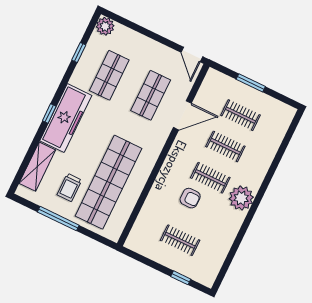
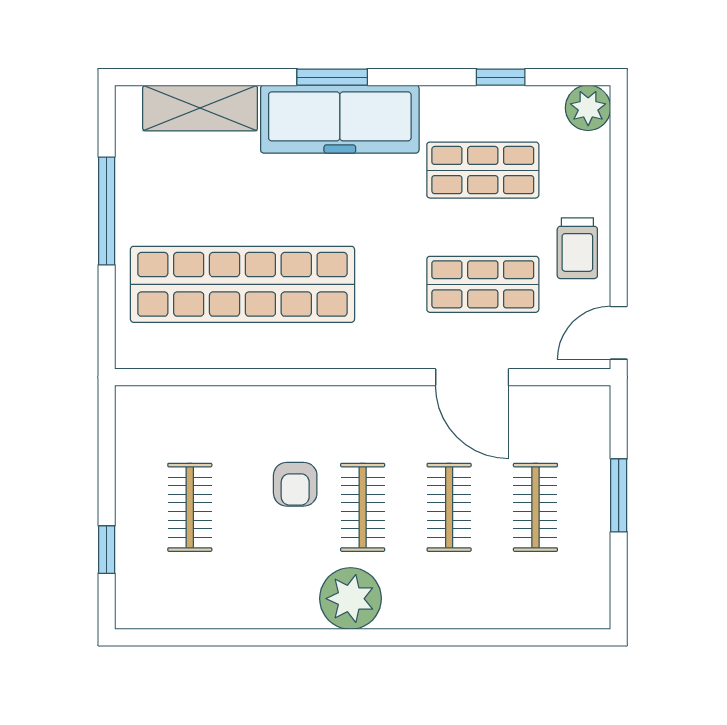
window: (49, 113) -> (332, 77), width x1.50
trolley: (69, 187) -> (577, 248), moved, turned -90

